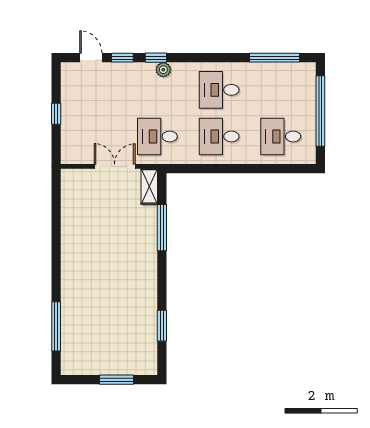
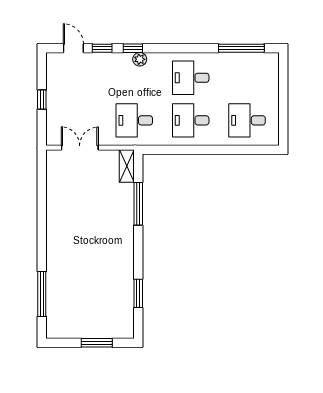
window: (320, 111) -> (283, 97), removed
double door: (115, 166) -> (80, 148), moved

